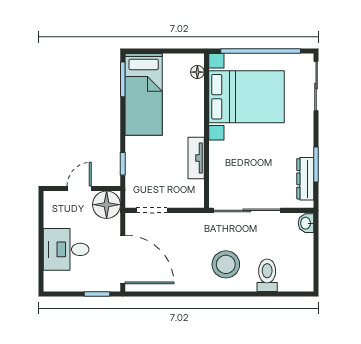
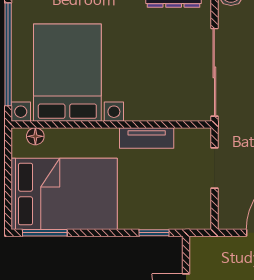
bed: (144, 94) -> (64, 194), width x1.50
floor lamp: (107, 205) -> (207, 254), removed
doorway: (152, 210) -> (214, 168), moved

